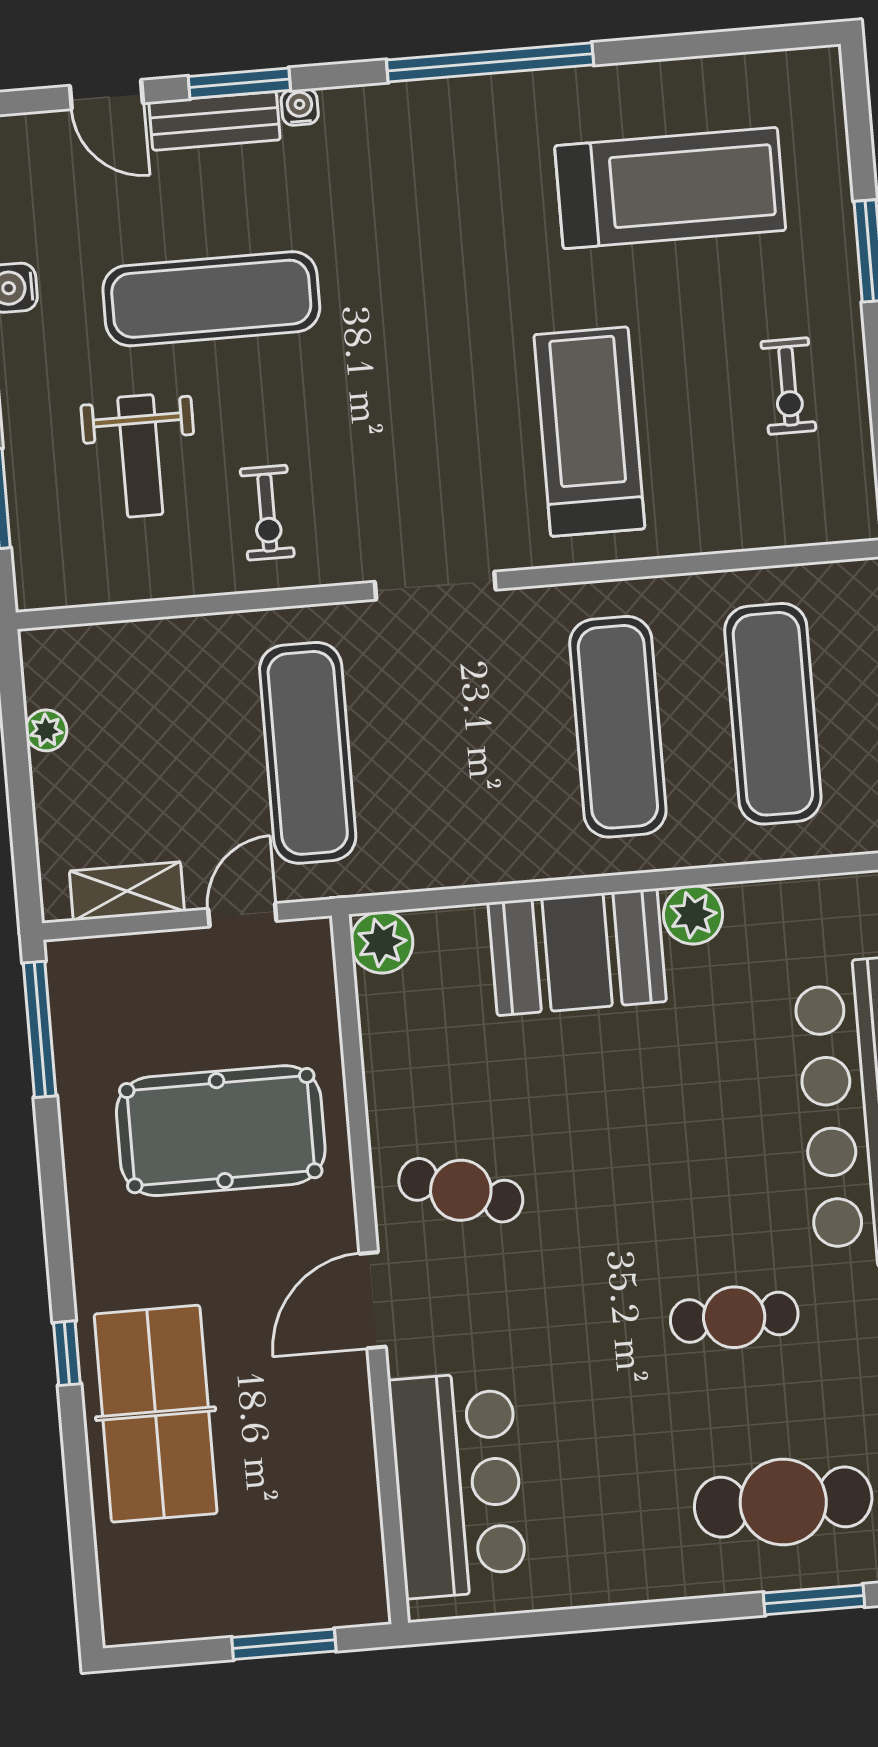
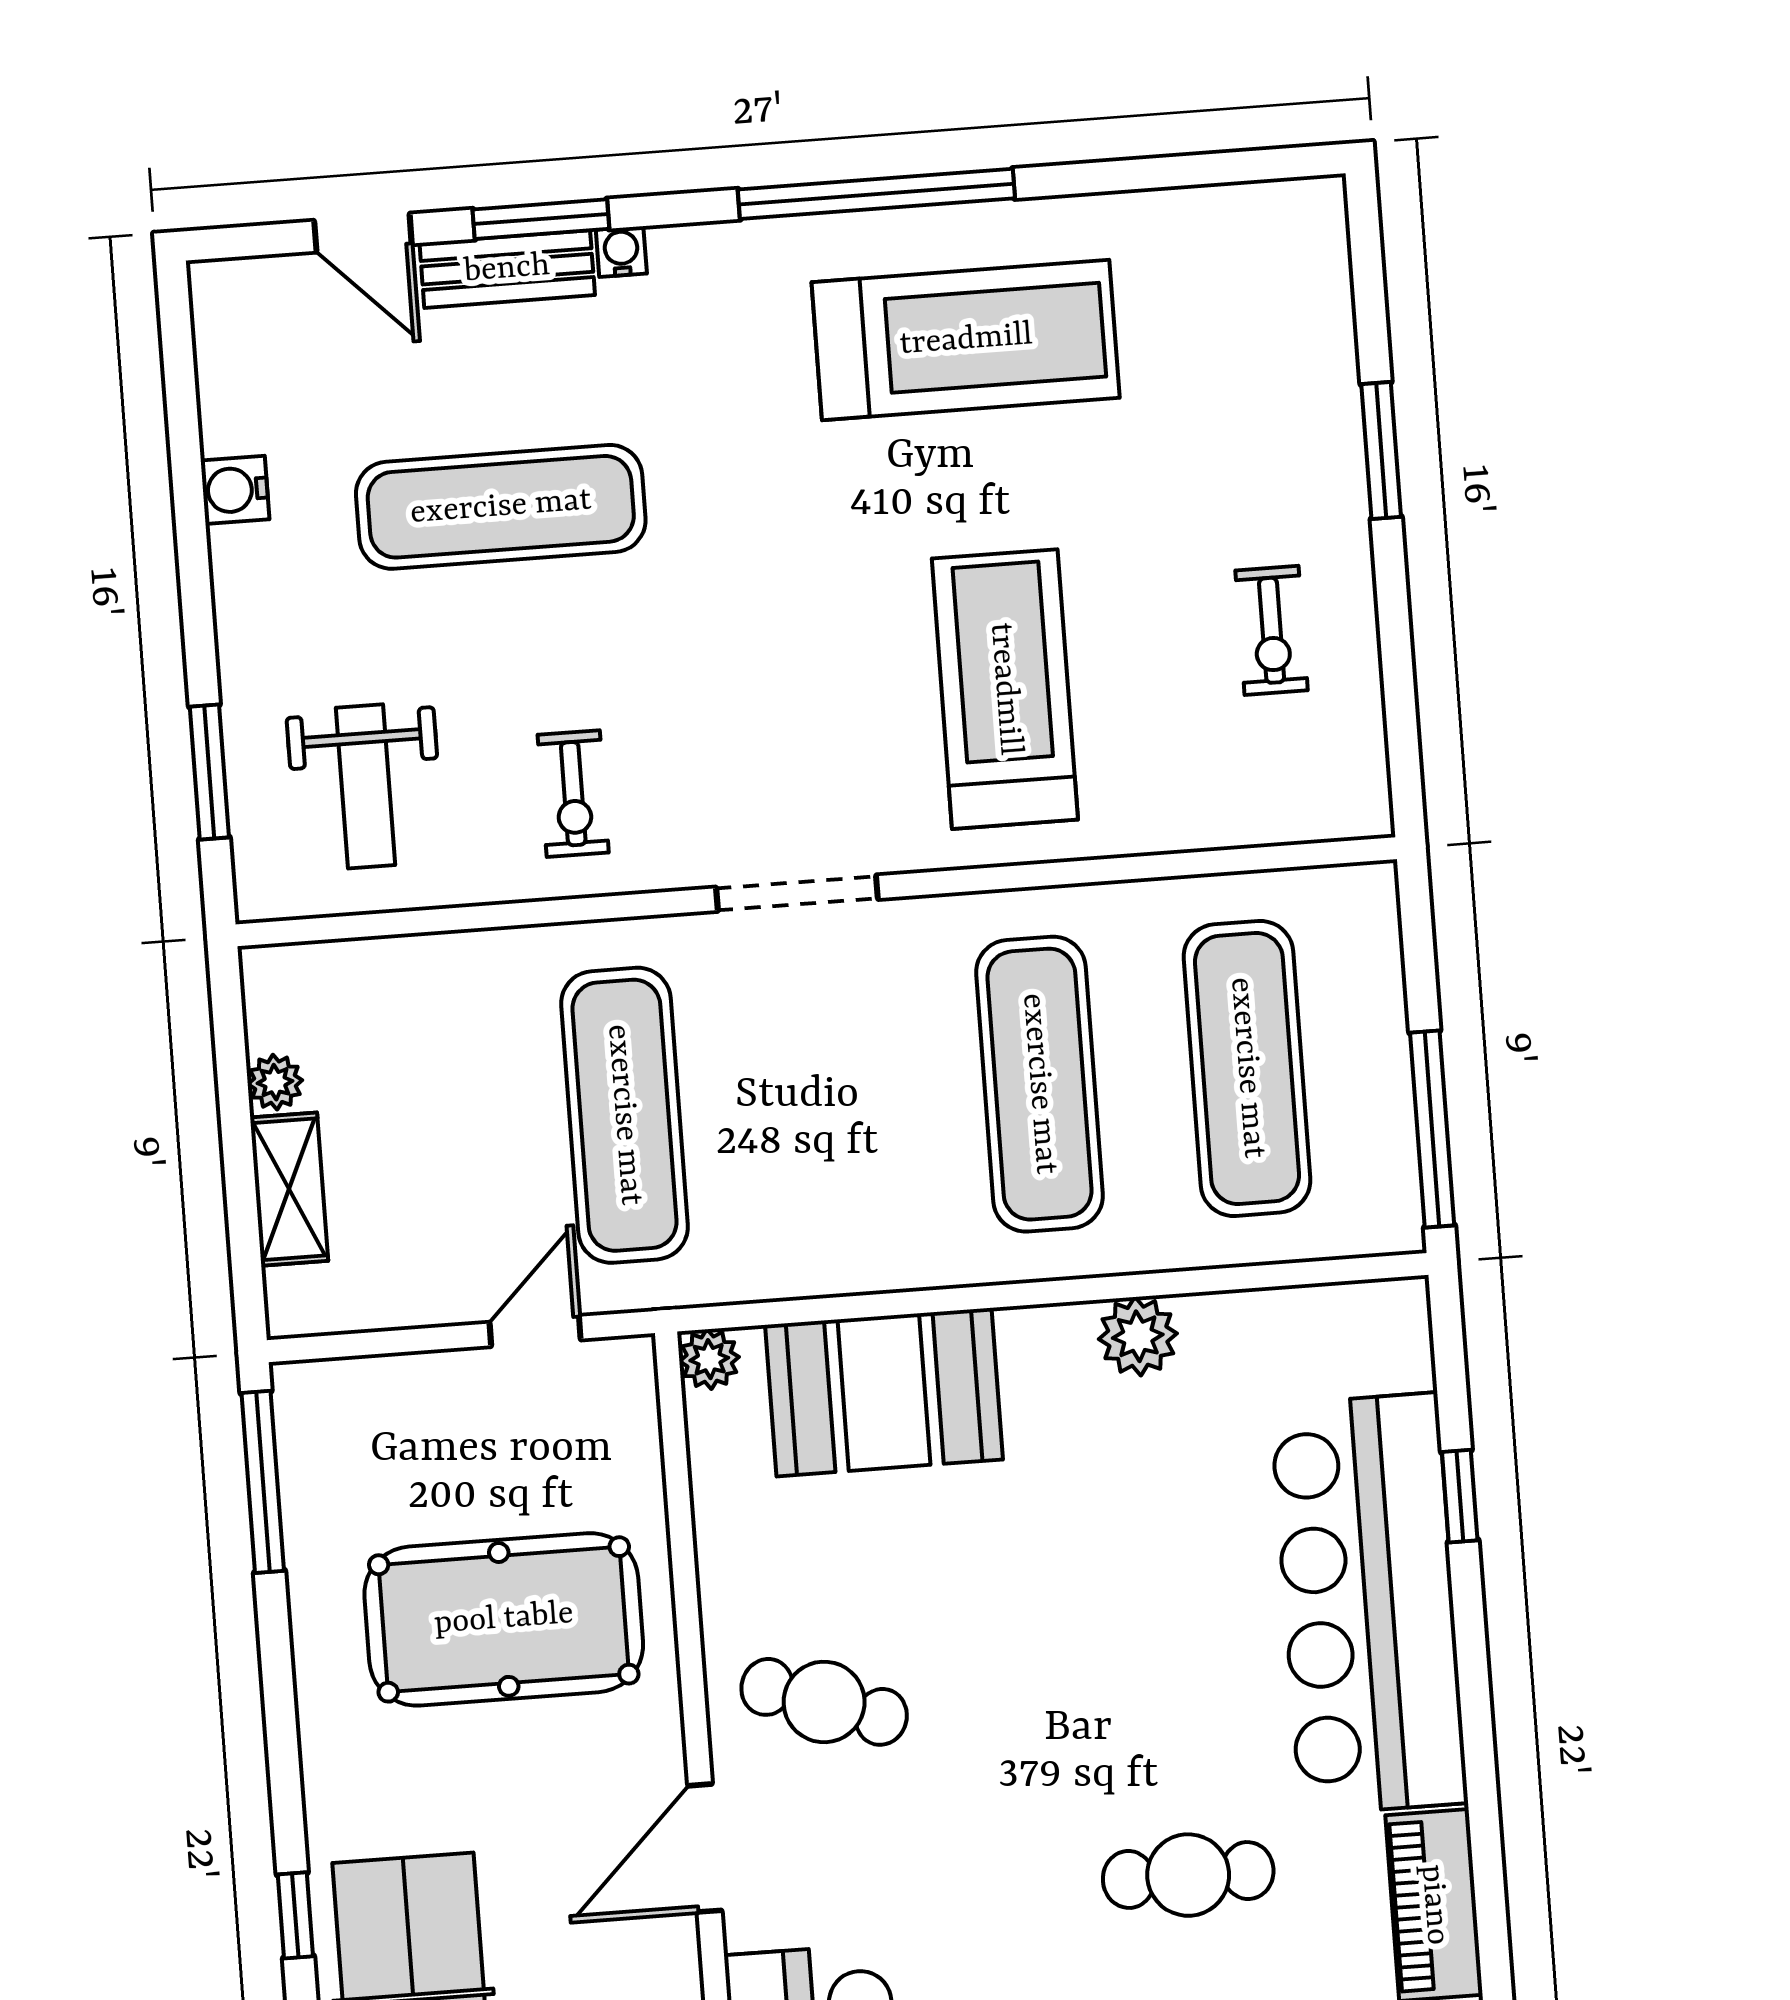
treadmill: (670, 188) -> (966, 340), moved
weight bench: (140, 456) -> (365, 786), moved
shelving: (127, 891) -> (289, 1189), moved, turned 90
plant: (382, 942) -> (709, 1359), width x0.73, depth x0.73
booth: (577, 952) -> (884, 1392), moved

